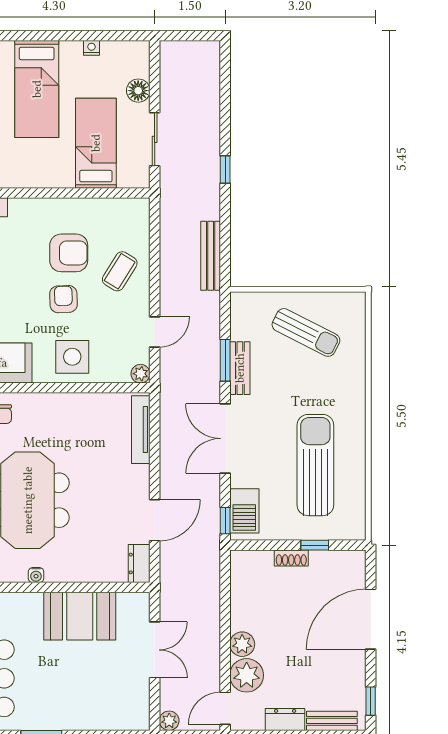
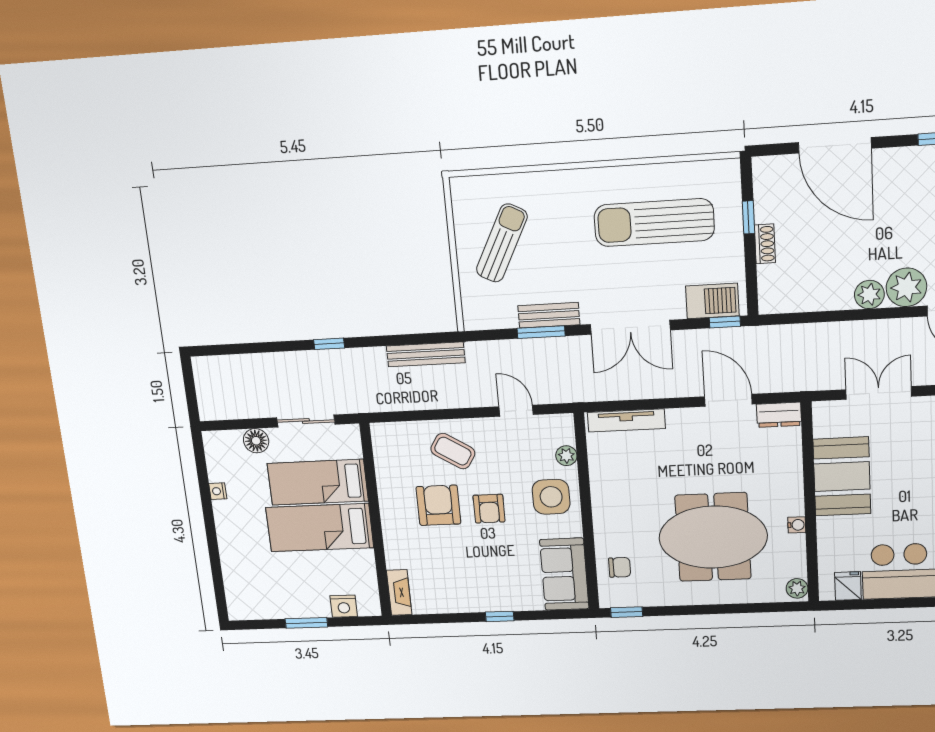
bed: (37, 89) -> (320, 528), moved, turned 180
armchair: (63, 299) -> (489, 509), turned -88
plant: (141, 374) -> (566, 456), moved

